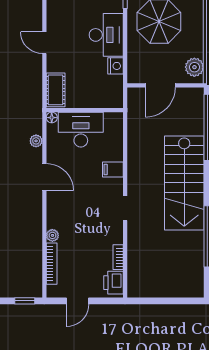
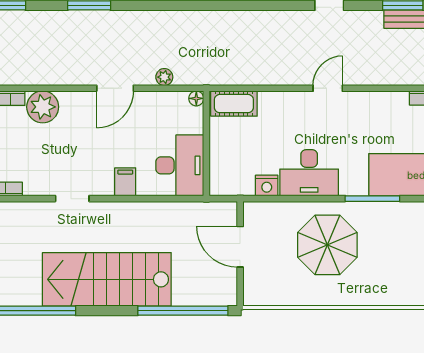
door: (44, 43) -> (328, 88), moved
plant: (194, 67) -> (265, 293), removed
desk: (81, 130) -> (180, 165), moved
plant: (52, 235) -> (43, 107), width x1.88, depth x1.88

